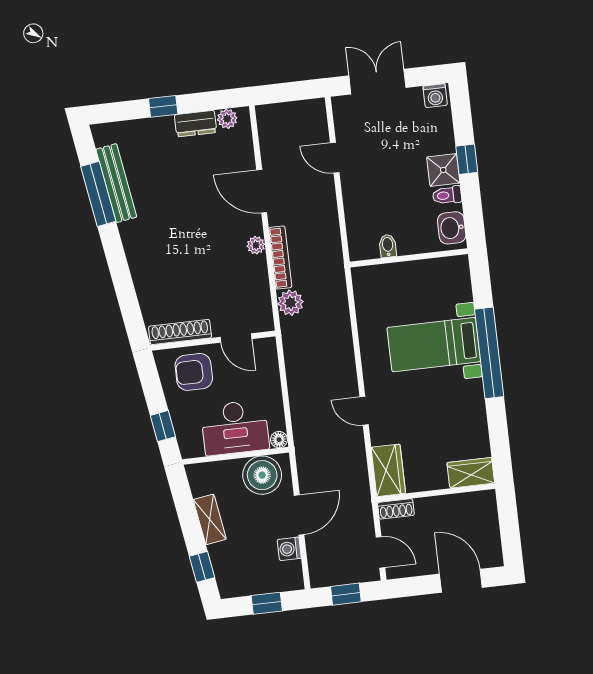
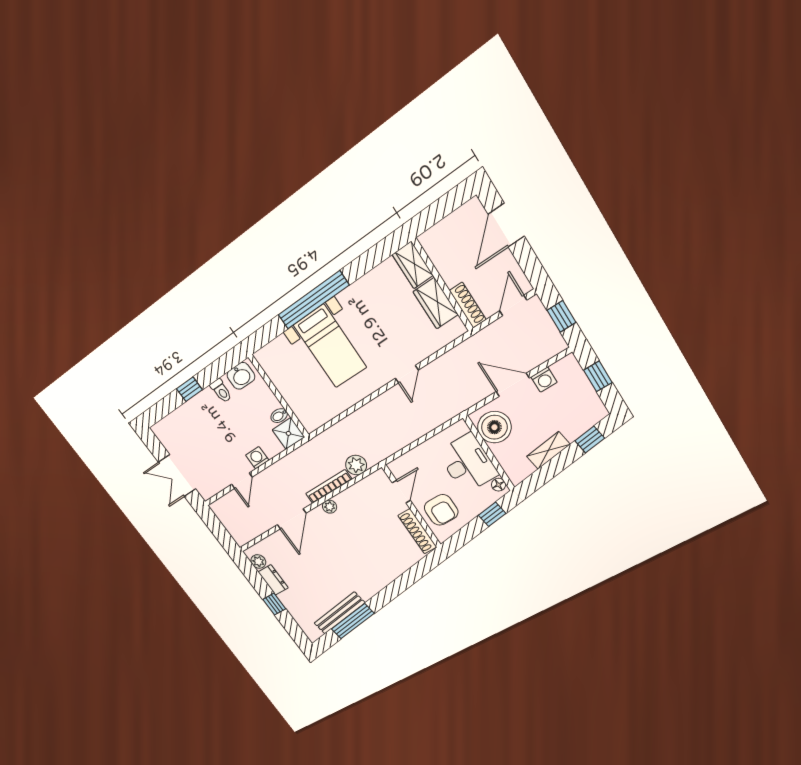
washing machine: (435, 96) -> (257, 458), moved, turned -90
shower: (443, 170) -> (288, 433), moved
floor lamp: (279, 440) -> (499, 485), moved
wardrobe: (388, 470) -> (436, 303), moved, turned -90
shoe rack: (396, 509) -> (468, 305), width x1.43

